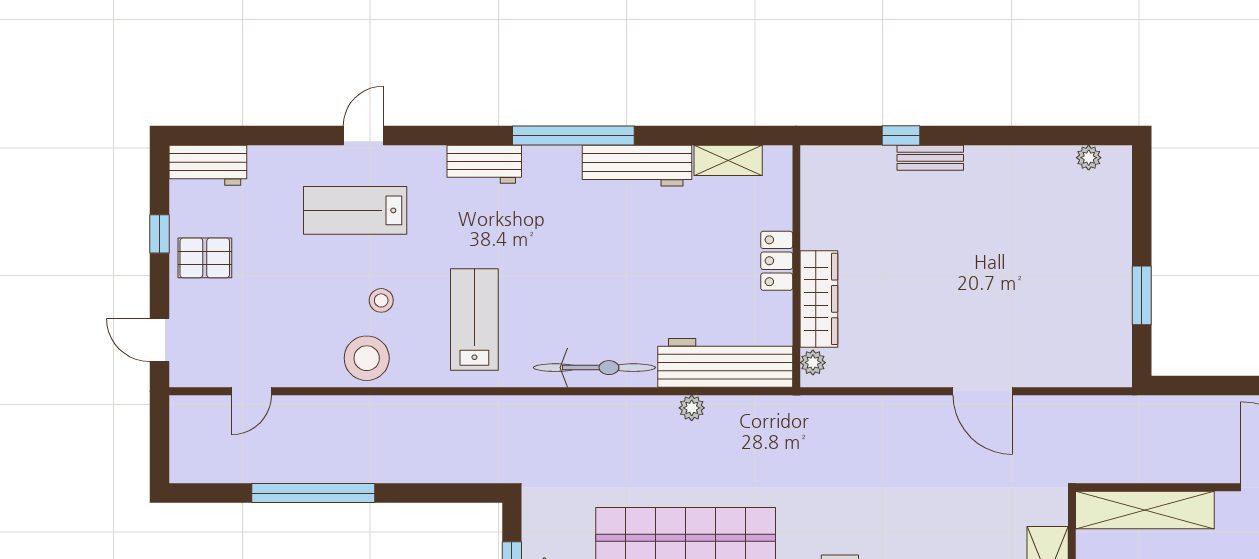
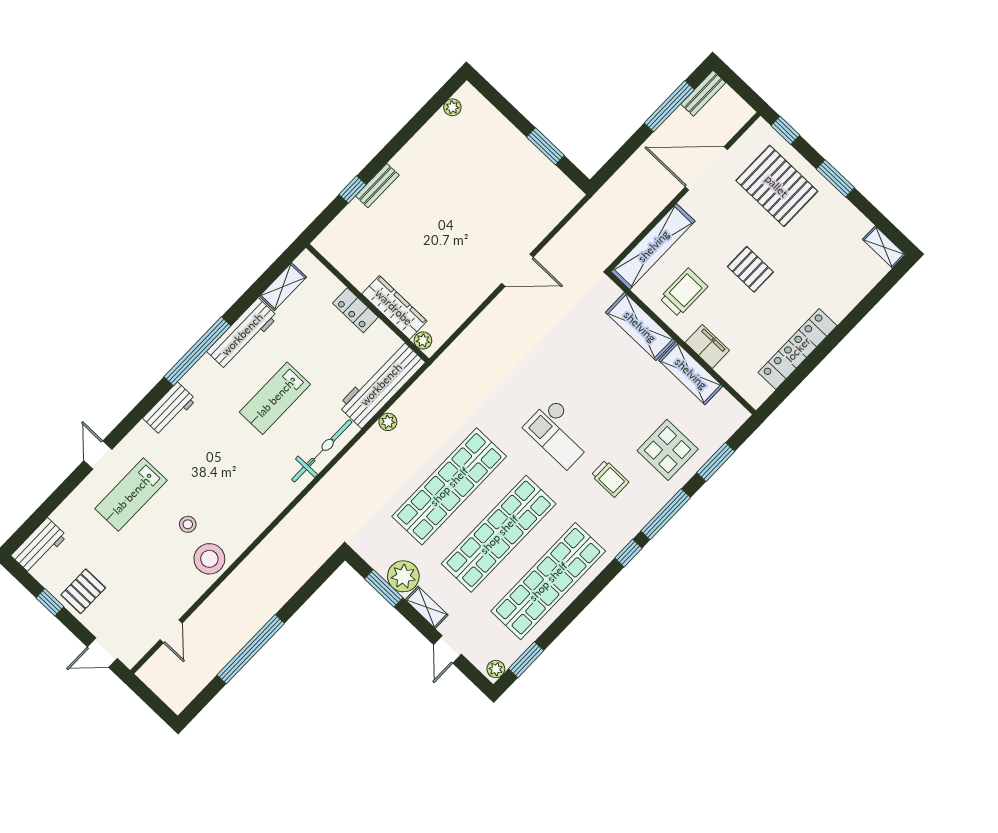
lab bench: (474, 320) -> (275, 398), moved, turned -90

